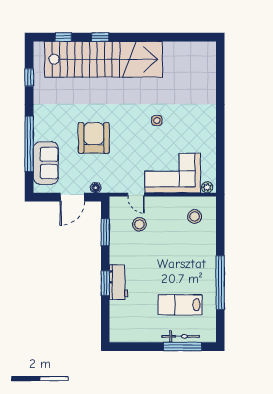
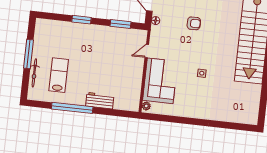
armchair: (94, 138) -> (194, 23), width x0.53, depth x0.53
stool: (195, 217) -> (125, 94), removed
stool: (139, 224) -> (124, 51), removed
workbench: (119, 282) -> (100, 101), moved, turned 180
window: (183, 347) -> (29, 54), moved

